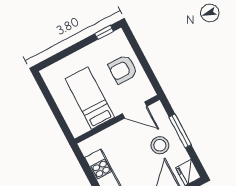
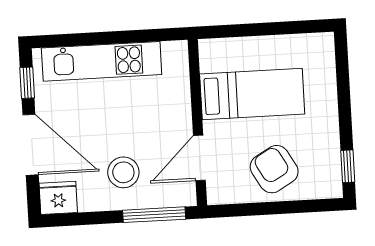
armchair: (123, 69) -> (274, 169), turned -30
window: (180, 131) -> (154, 215), moved

